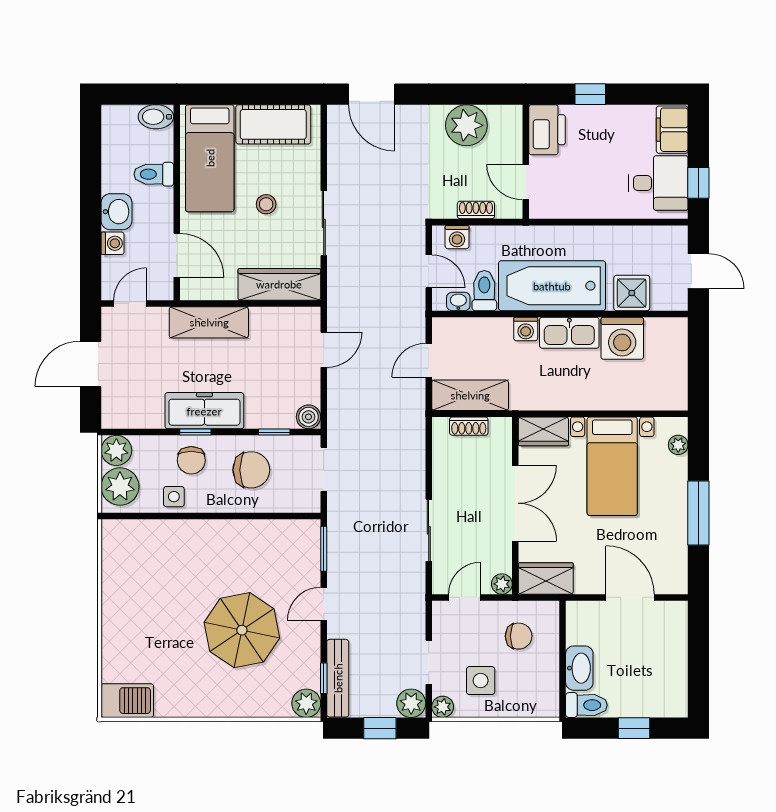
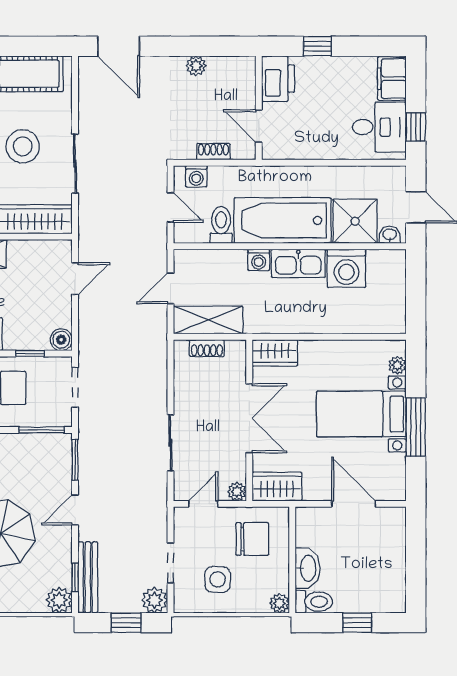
plant: (466, 125) -> (196, 66), width x0.53, depth x0.53
stool: (266, 204) -> (23, 146), width x1.89, depth x1.89
shower: (632, 293) -> (355, 221), width x1.36, depth x1.36
washbasin: (458, 301) -> (390, 235), moved
bed with nightstands: (612, 466) -> (361, 414), moved, turned 90
window: (287, 516) -> (42, 430), added
chair: (519, 636) -> (252, 539), width x1.37, depth x1.37
plant: (443, 707) -> (279, 603), moved

